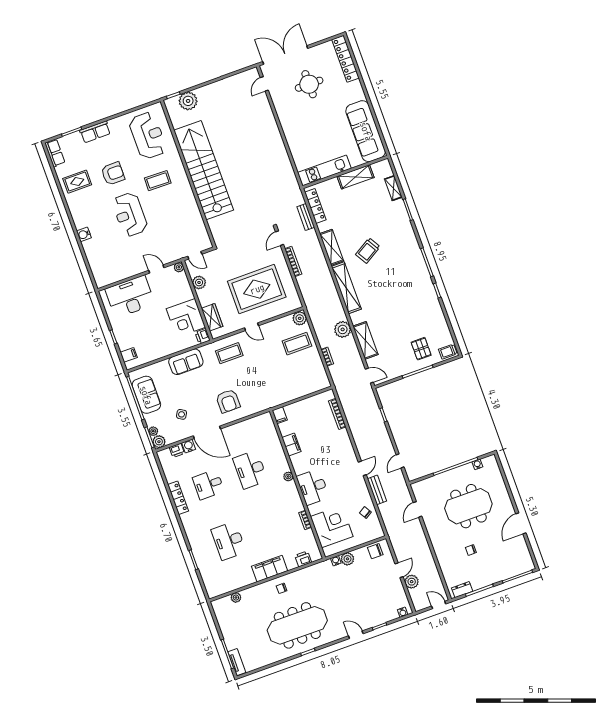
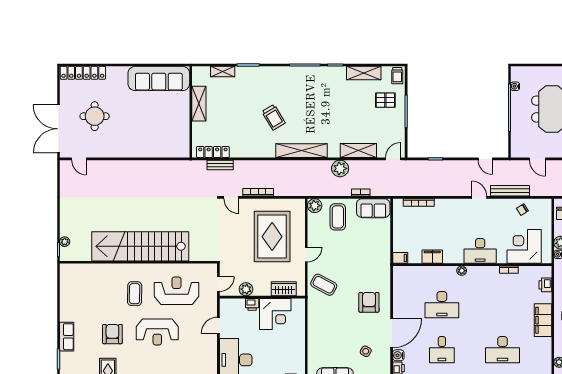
plant: (188, 101) -> (65, 242), width x0.53, depth x0.53
reception desk: (148, 136) -> (177, 291), moved
kitchen unit: (324, 170) -> (182, 131), removed
shelving: (332, 247) -> (364, 73), moved
plant: (179, 267) -> (225, 303), removed
printer: (203, 336) -> (252, 304), moved
coffee table: (229, 353) -> (324, 285), turned -62
sofa: (186, 362) -> (373, 208), moved, turned 90
armchair: (228, 401) -> (369, 302), turned -90
bench: (377, 490) -> (510, 191), width x1.36

